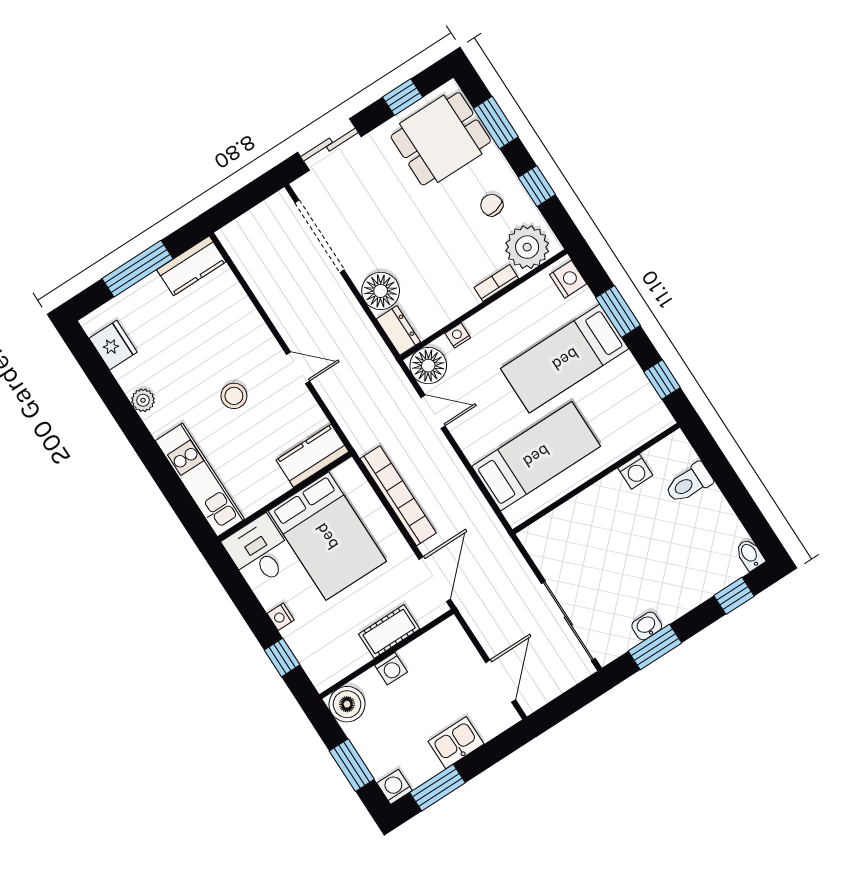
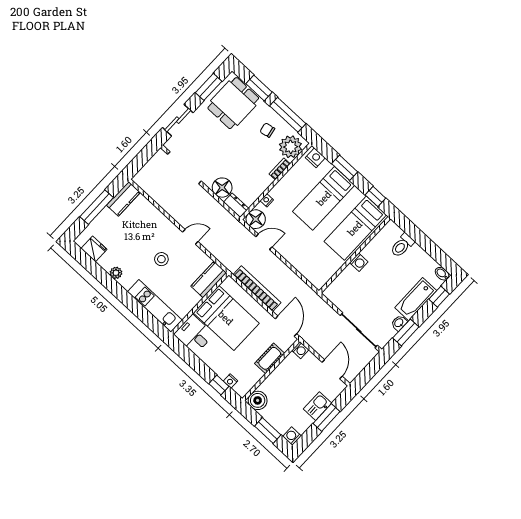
window: (403, 97) -> (209, 87), width x1.50
window: (537, 186) -> (288, 115), width x2.17
bed: (536, 456) -> (355, 228), moved, turned 180
washing machine: (635, 472) -> (359, 262), moved
bathtub: (689, 589) -> (416, 299), added
nightstand: (281, 617) -> (231, 381), moved
washing machine: (391, 669) -> (300, 350), moved
window: (438, 788) -> (327, 417), moved

